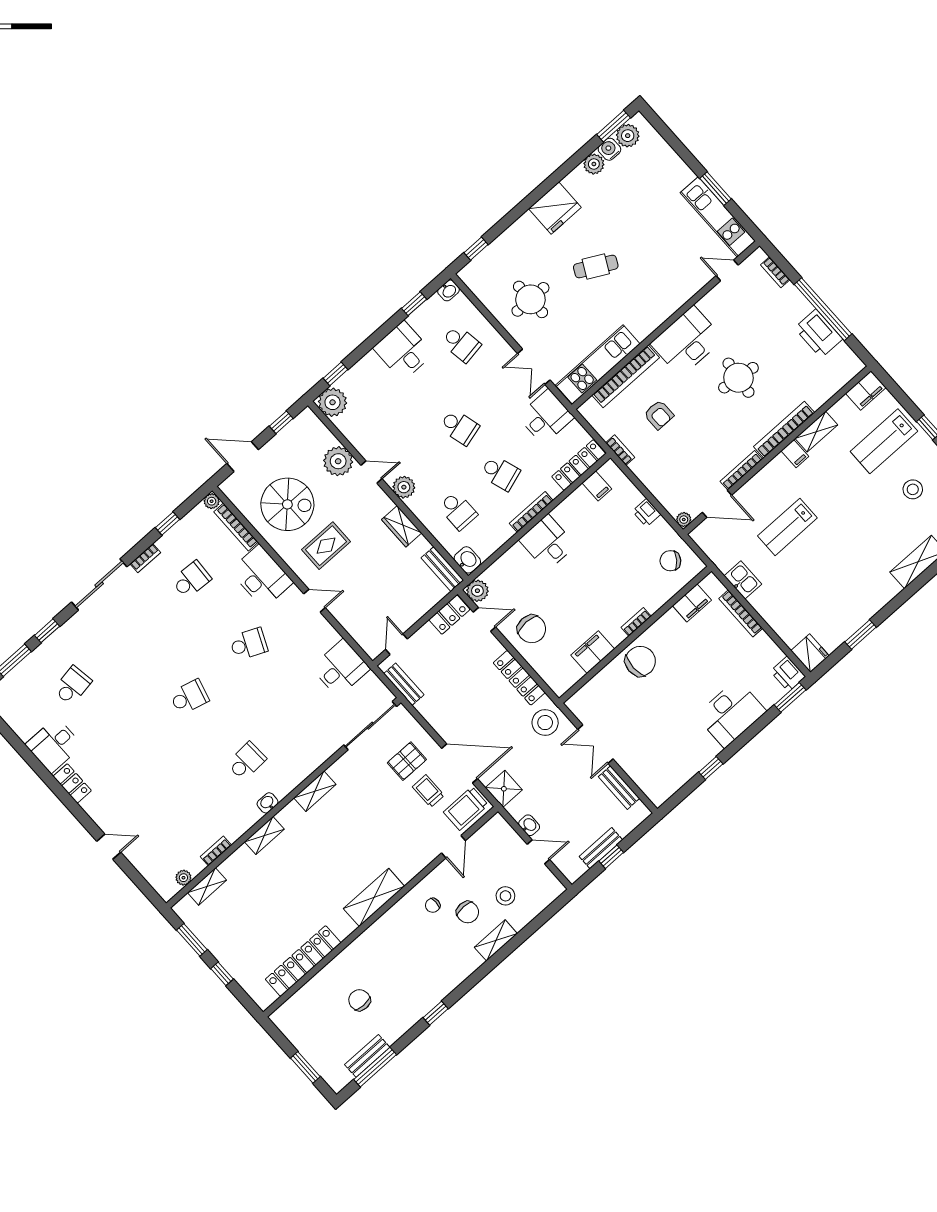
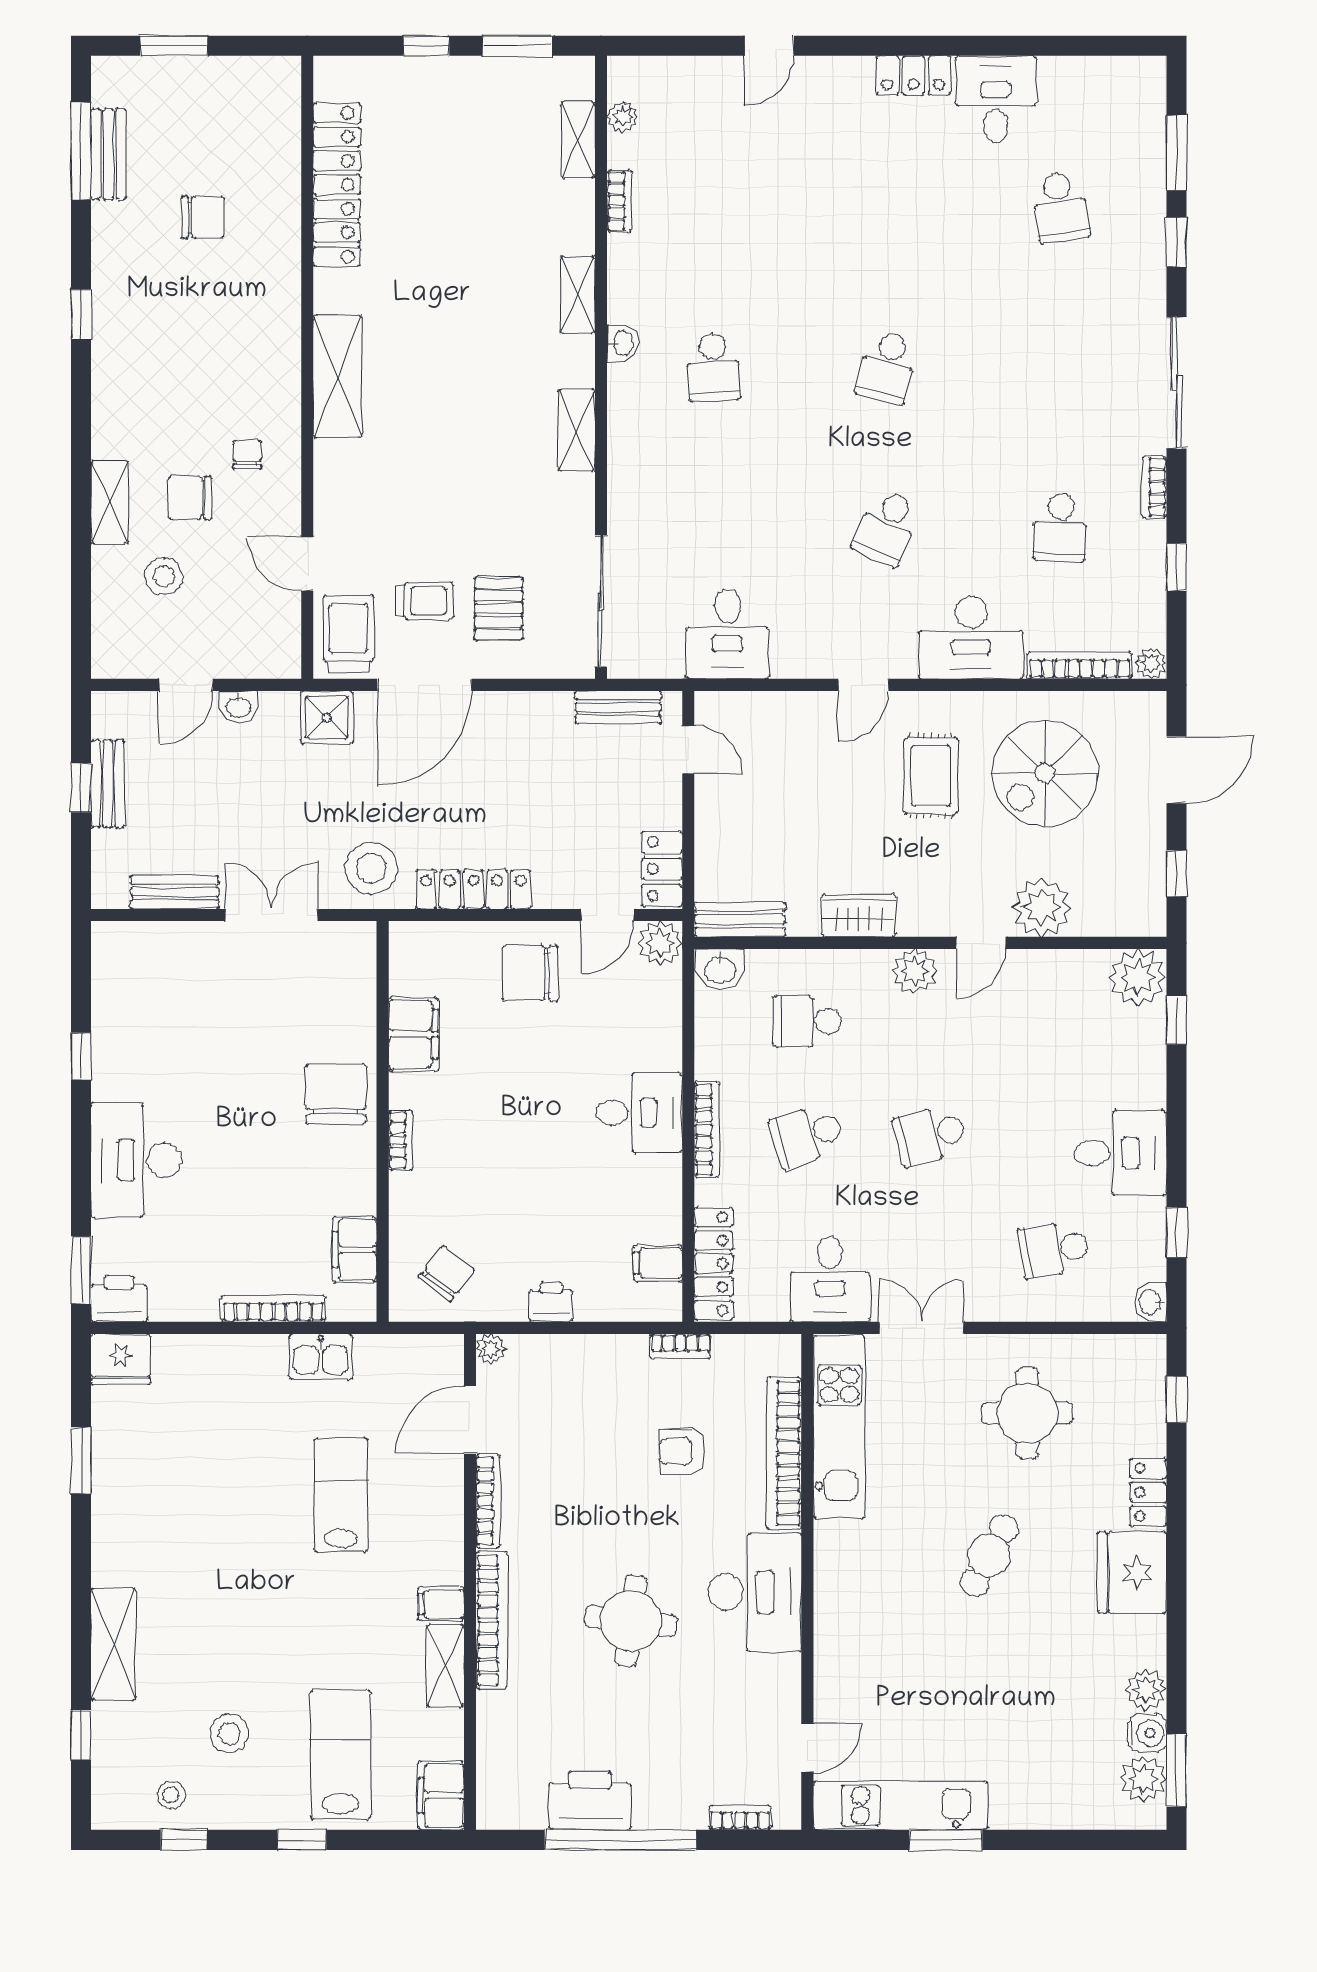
locker: (520, 228) -> (1148, 1492), added
chair: (640, 661) -> (336, 1094), turned 180

